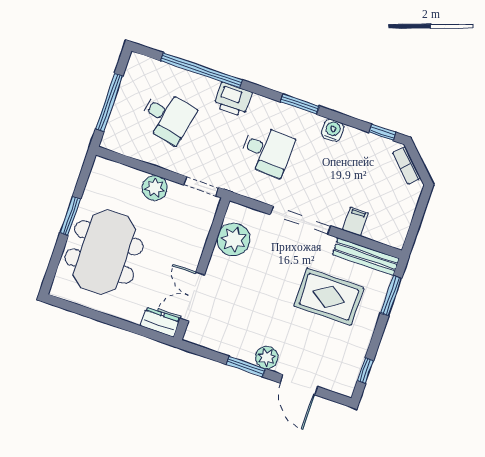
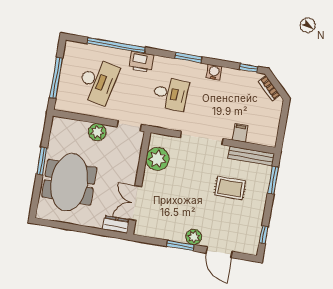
desk: (167, 117) -> (98, 81), width x1.37
rug: (329, 297) -> (230, 188), width x0.73, depth x0.70

